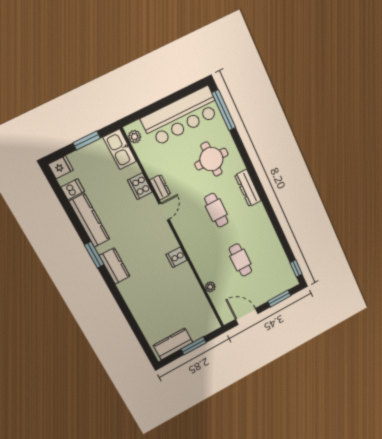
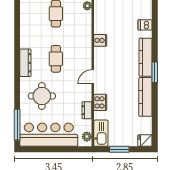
dresser: (160, 187) -> (87, 110), moved
dishwasher: (73, 189) -> (145, 25), moved
kitchen counter: (115, 266) -> (146, 57), width x1.50

